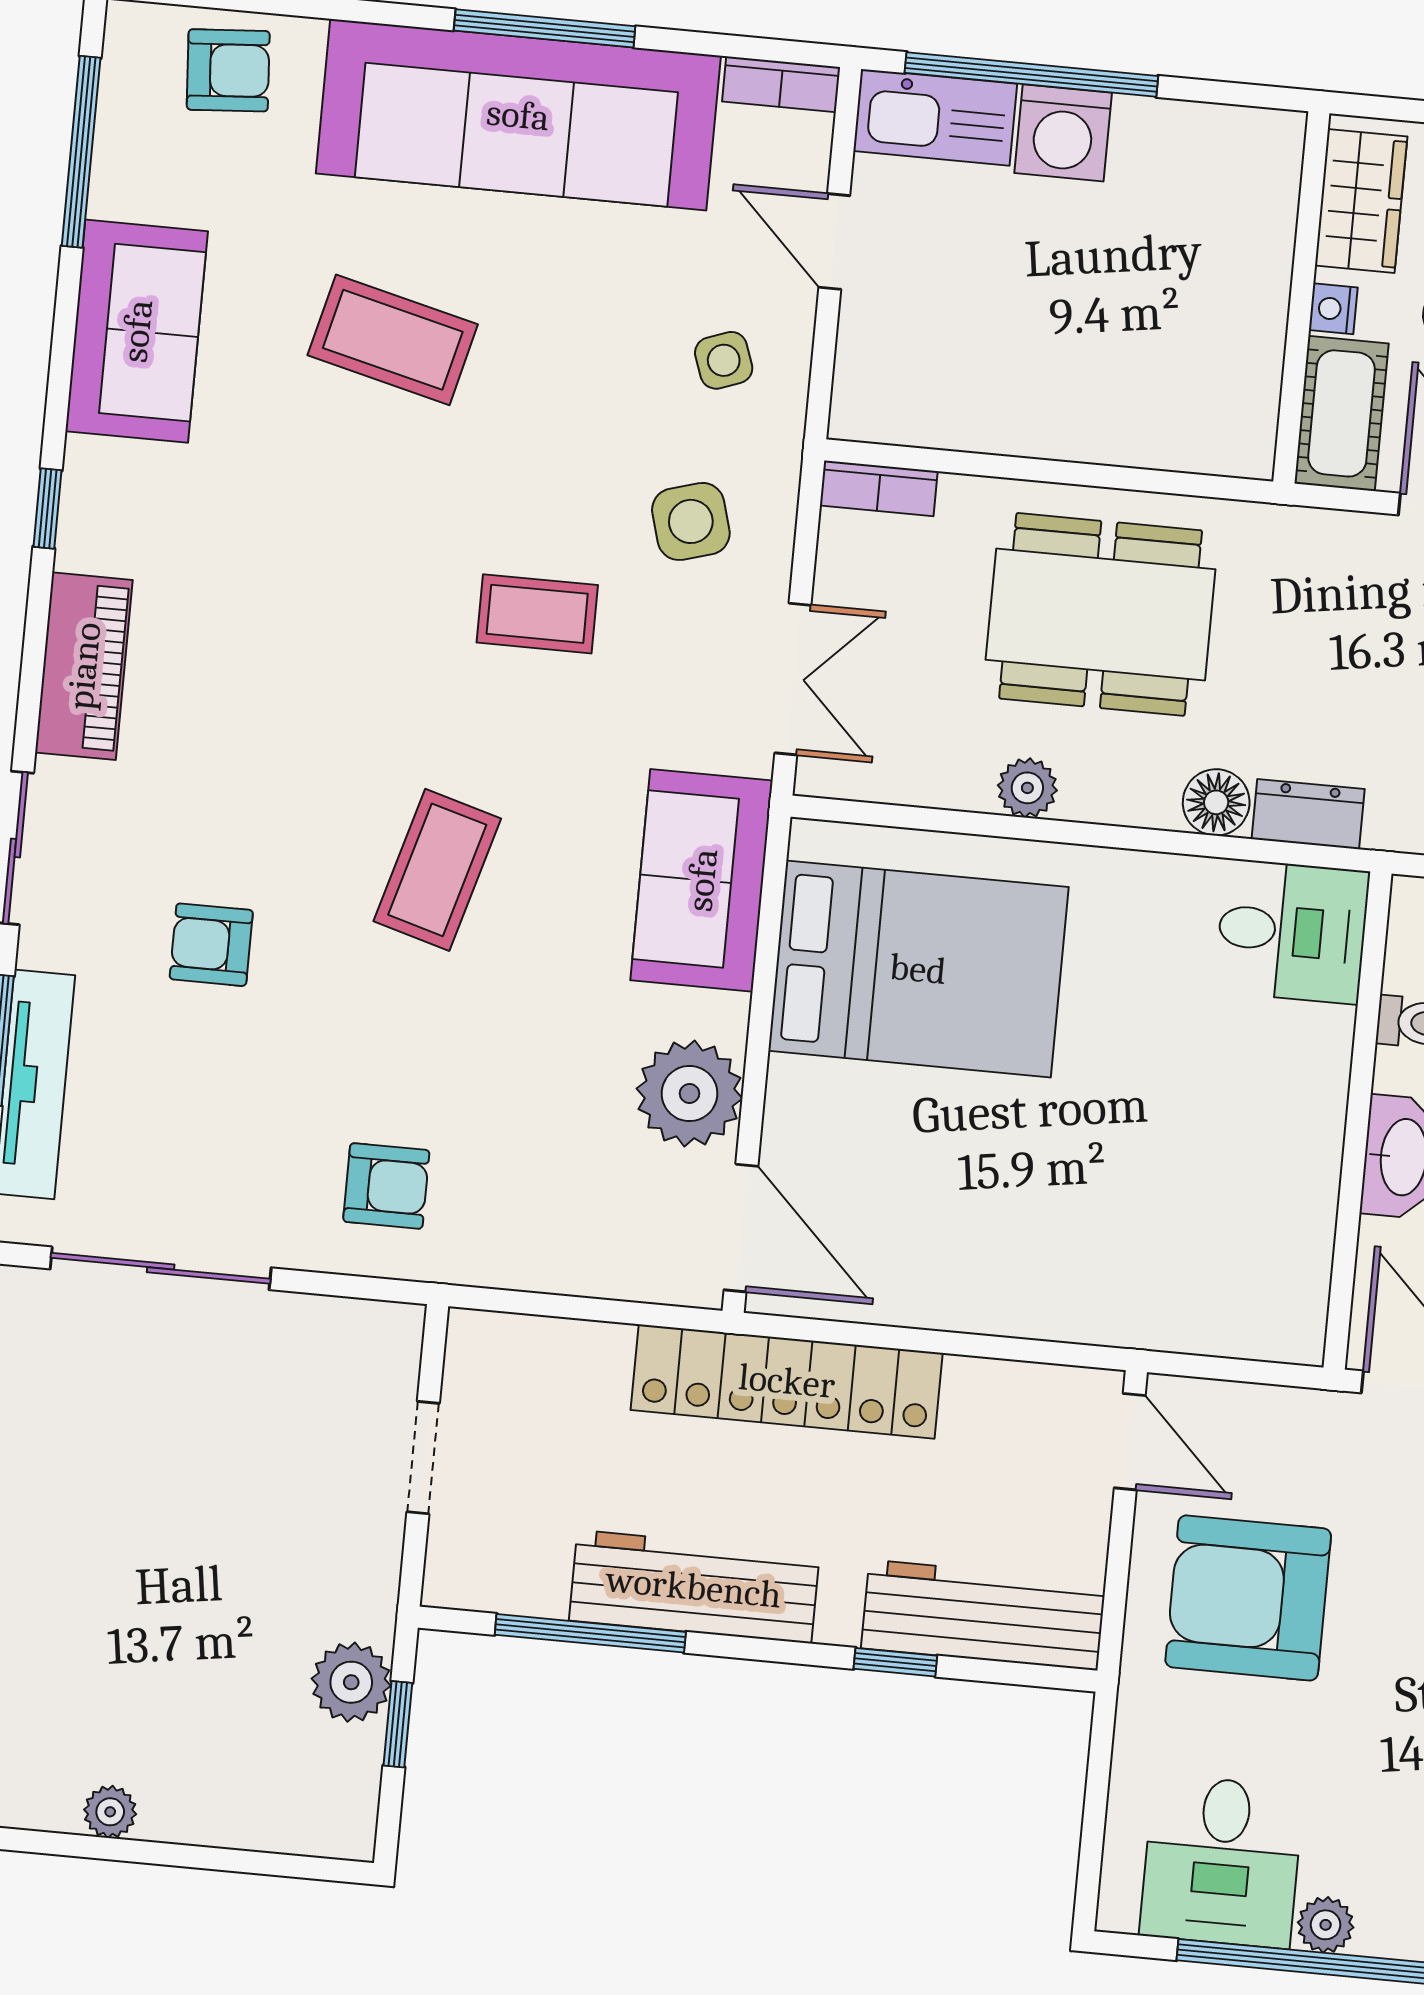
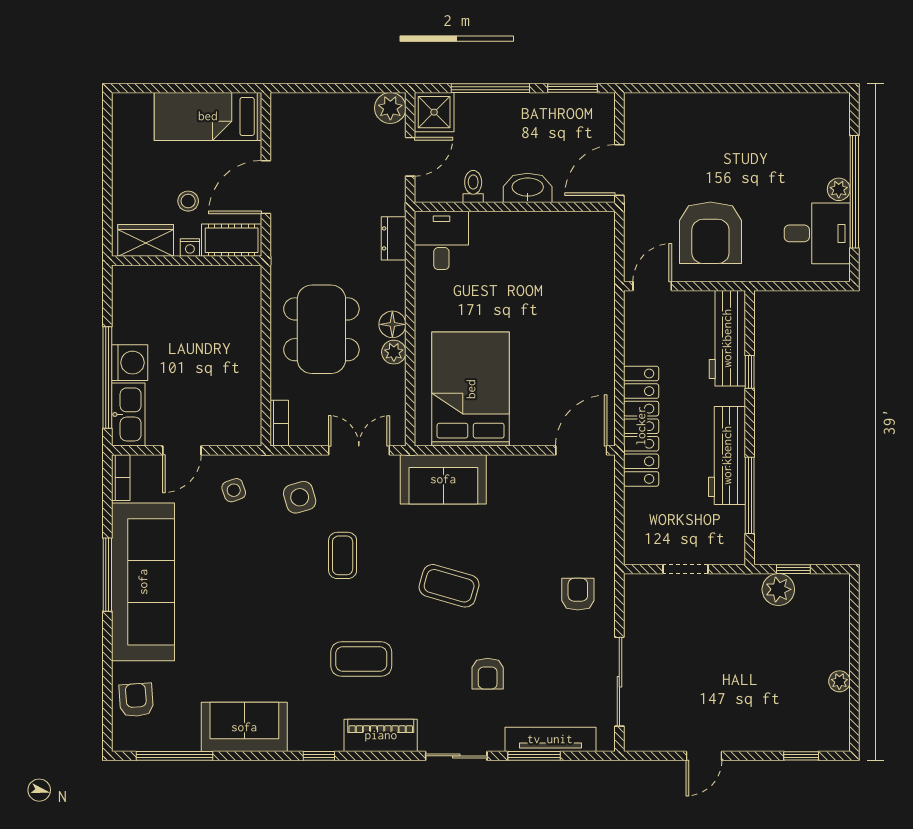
coffee table: (393, 340) -> (361, 659), moved, turned 76
floor lamp: (1216, 802) -> (392, 324), moved
plant: (689, 1094) -> (529, 476), removed

